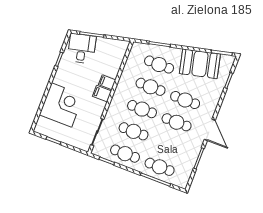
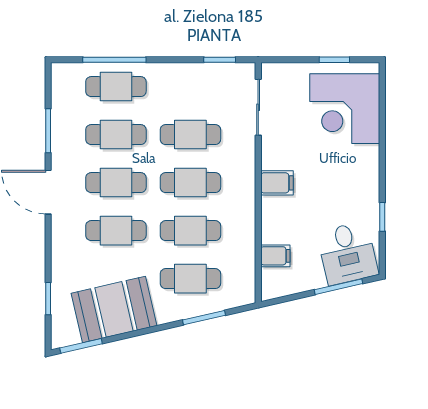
filing cabinet: (107, 82) -> (275, 256), moved
corner desk: (62, 105) -> (345, 109), moved
cafe table: (125, 154) -> (116, 135), moved

